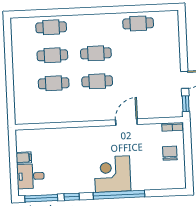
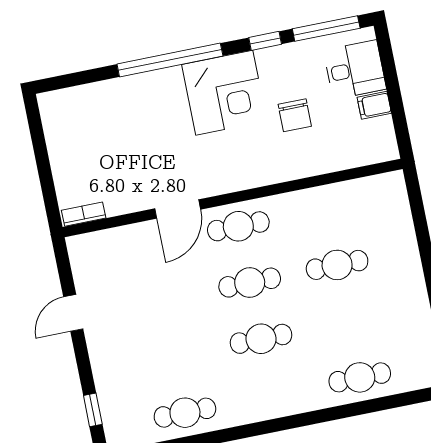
cafe table: (52, 55) -> (238, 226), moved
window: (186, 104) -> (93, 410), moved
chair: (170, 153) -> (295, 115), moved
corner desk: (112, 174) -> (224, 93), moved

